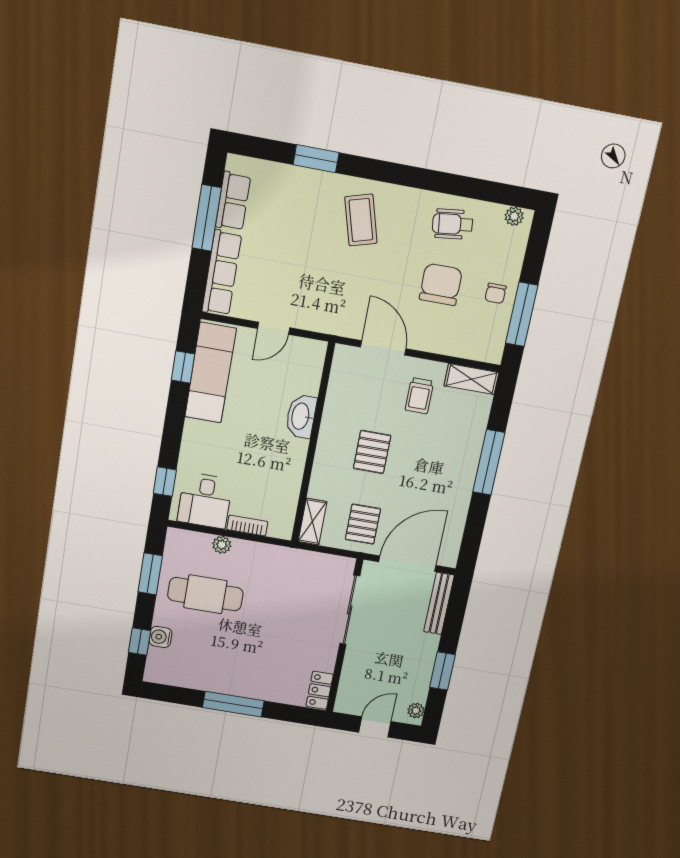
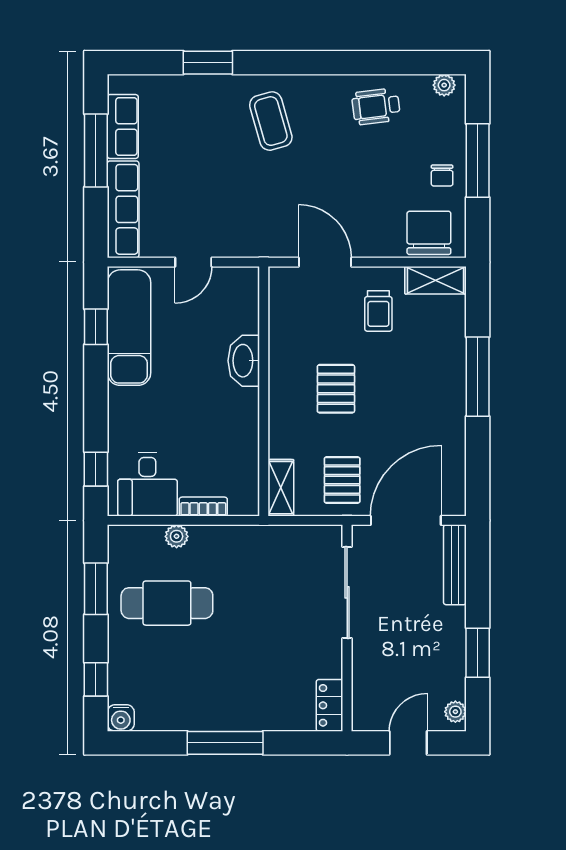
chair: (441, 284) -> (429, 233), moved
window: (522, 314) -> (478, 161), moved
water cooler: (160, 637) -> (121, 718), moved, turned -90

